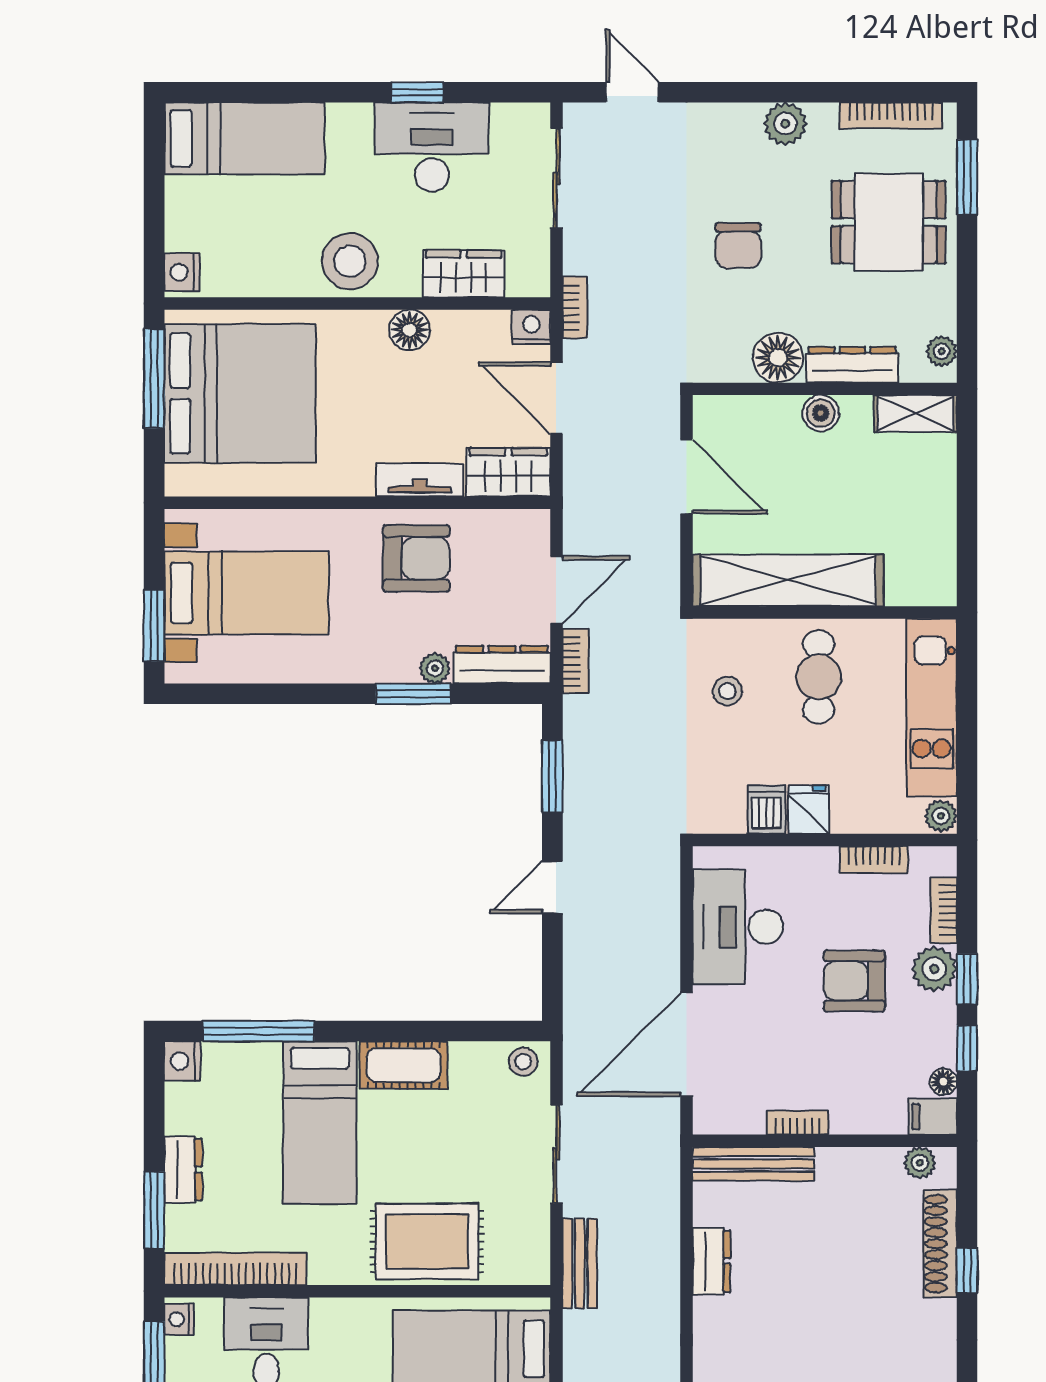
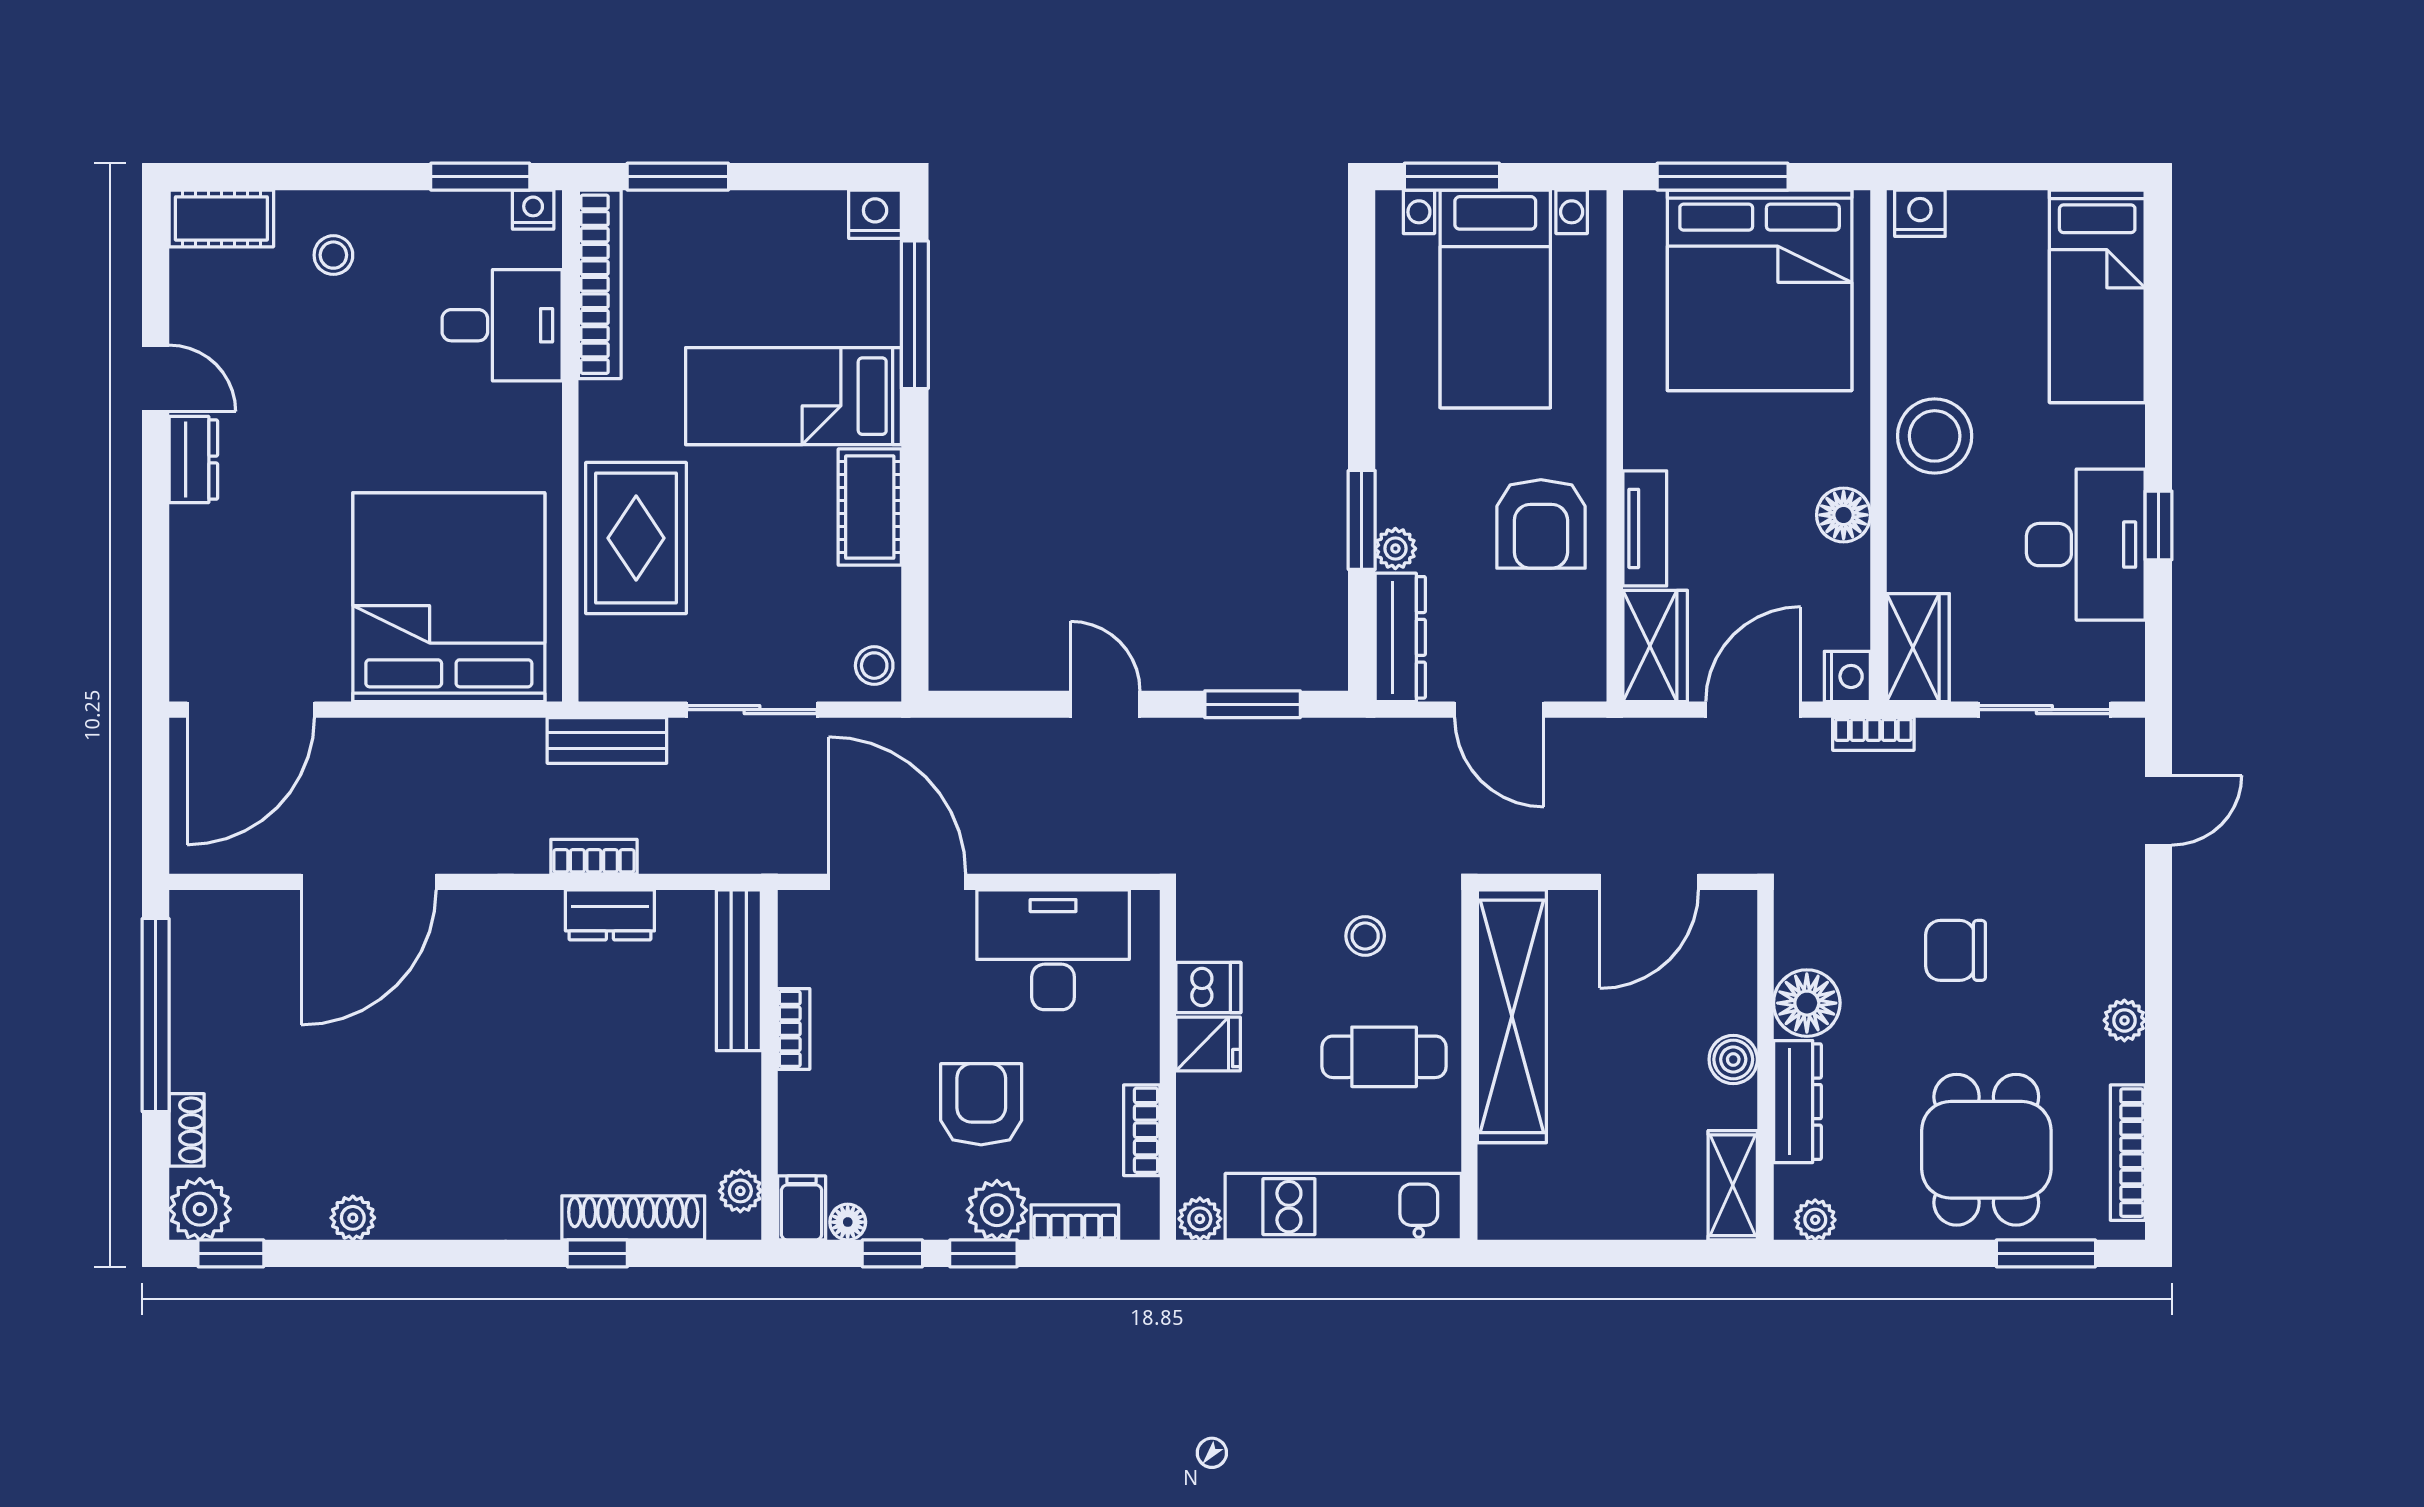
plant: (785, 124) -> (2124, 1020), width x0.73, depth x0.73
wardrobe: (464, 274) -> (1918, 648), moved
window: (154, 379) -> (1723, 177), moved
bookcase: (576, 661) -> (594, 857), moved, turned 180
dresser: (183, 1170) -> (731, 215), removed

